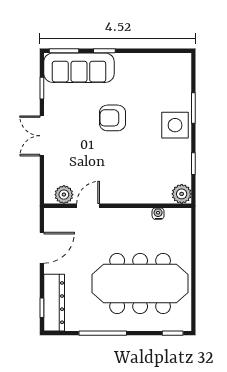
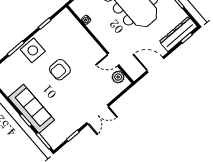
sofa: (79, 68) -> (31, 109), moved
armchair: (112, 118) -> (60, 70), moved, turned 90
plant: (182, 194) -> (65, 16), removed

